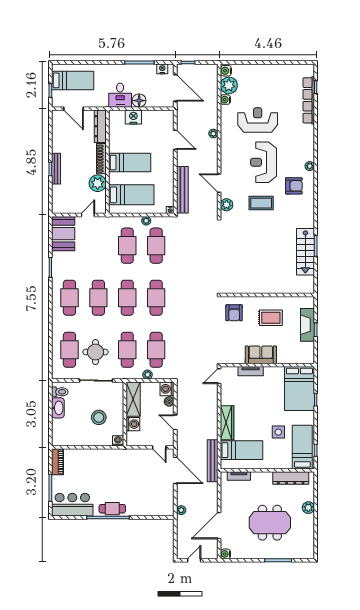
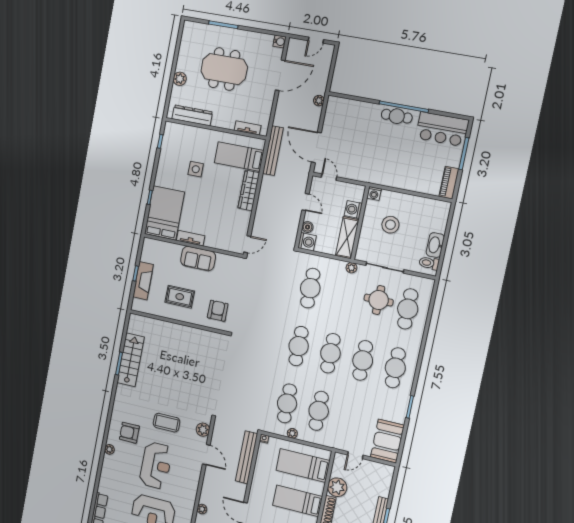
cafe table: (127, 350) -> (342, 295), removed
tv unit: (251, 371) -> (191, 238), moved
plant: (147, 375) -> (351, 268), moved
bed: (302, 447) -> (173, 148), removed

